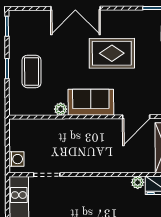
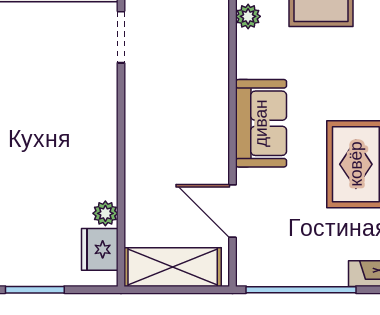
plant: (61, 109) -> (248, 16), moved

